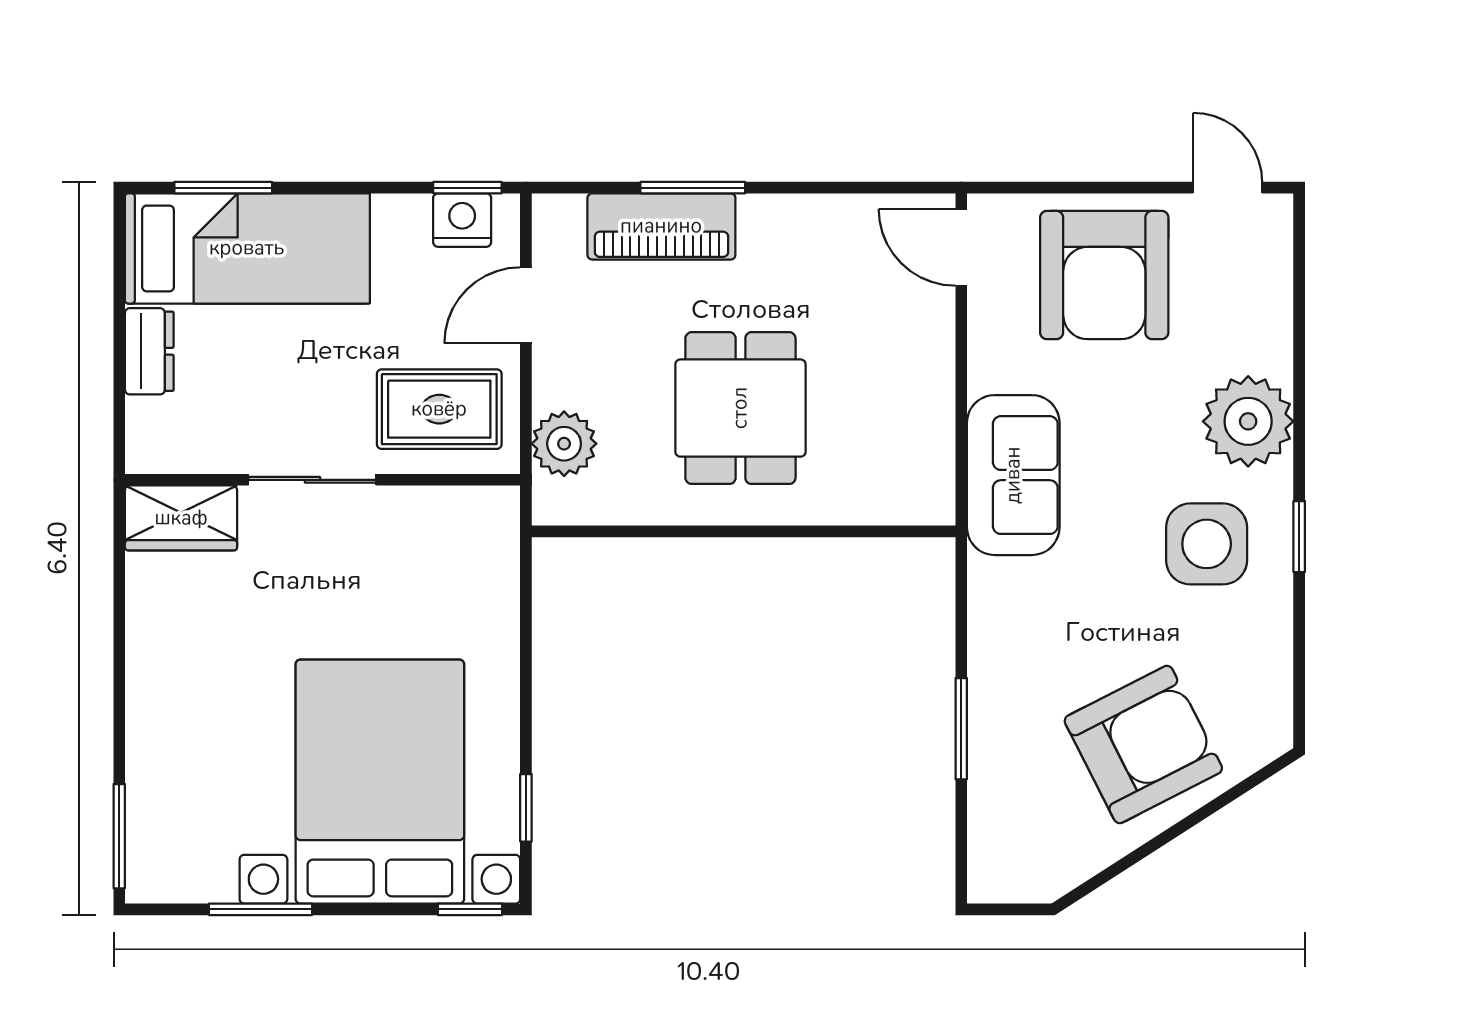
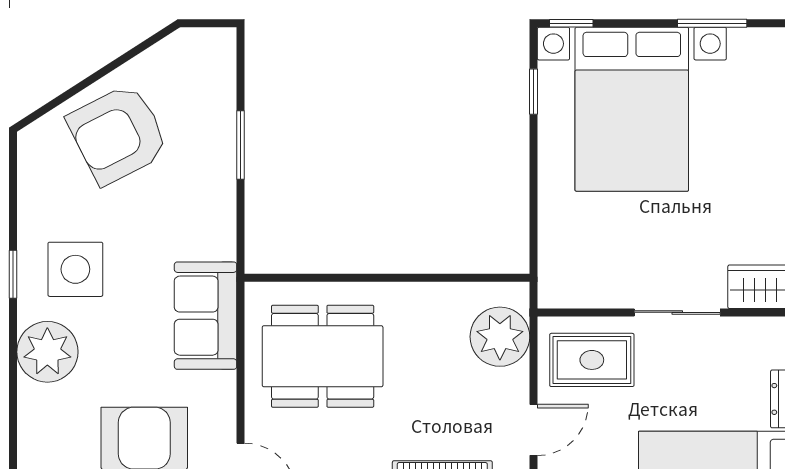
dining table: (740, 408) -> (323, 356), moved, width x1.38
plant: (564, 444) -> (500, 337), width x1.36, depth x1.36

